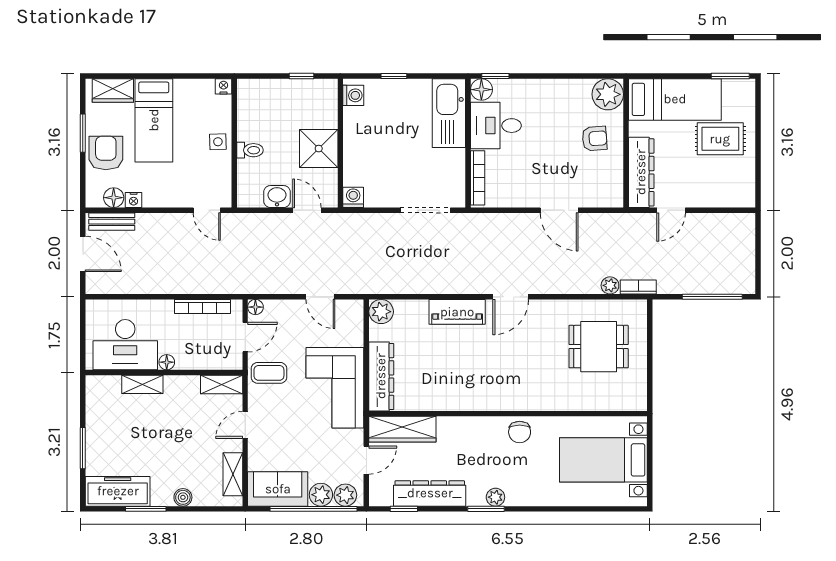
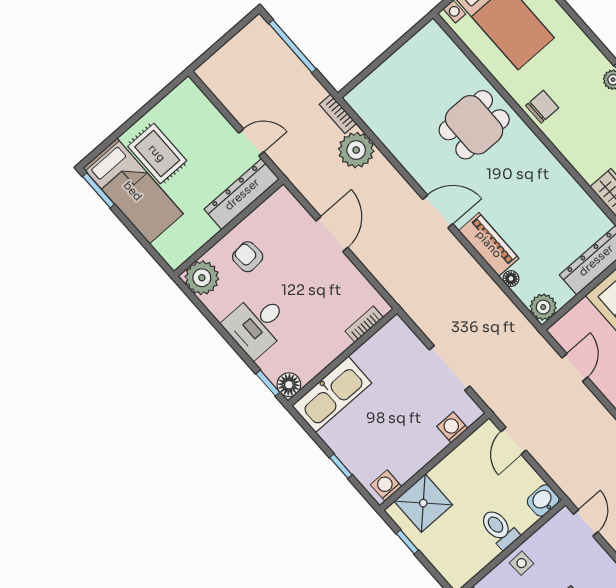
bed: (675, 99) -> (133, 191), moved, turned 180
desk: (496, 126) -> (257, 325), moved, turned 90
shower: (319, 149) -> (423, 503), moved
toilet: (250, 150) -> (499, 529), width x1.37, depth x1.39
bookcase: (478, 178) -> (364, 324), width x0.64
washbasin: (277, 197) -> (543, 500), moved, turned 90
washing machine: (353, 197) -> (452, 427), moved, turned 90
doorway: (425, 210) -> (450, 368), moved
plant: (610, 285) -> (356, 150), width x1.88, depth x1.88
floor lamp: (420, 307) -> (511, 279), added
dining table: (599, 347) -> (474, 125), moved, turned 90

